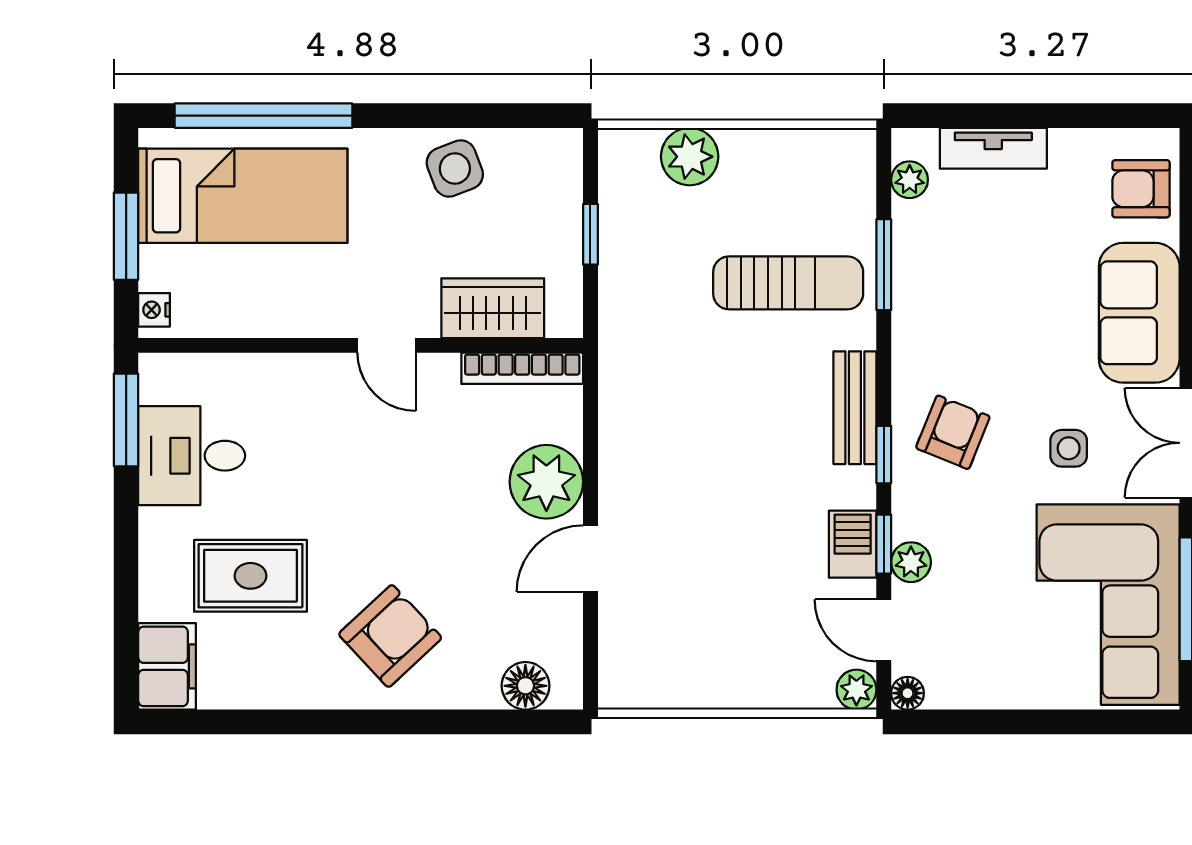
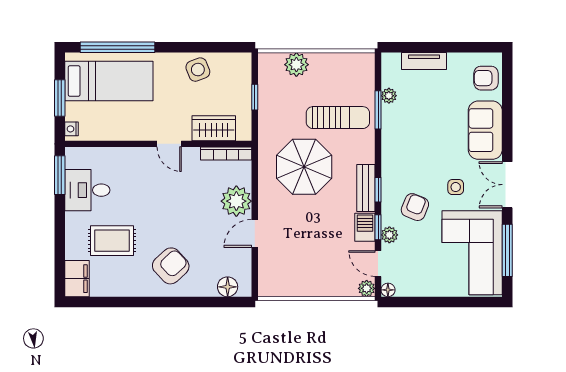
plant: (910, 180) -> (389, 96), moved
parasol: (708, 400) -> (304, 167), added
bench: (855, 408) -> (366, 188), moved
armchair: (953, 432) -> (415, 207), moved

